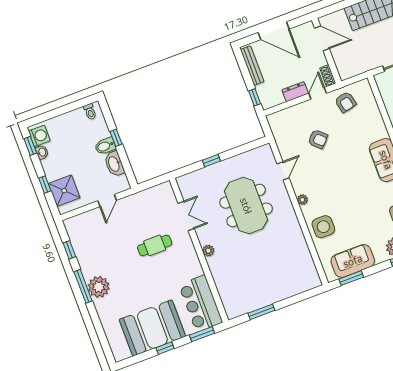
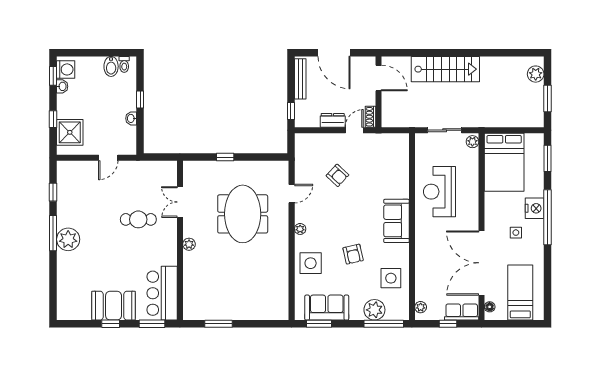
armchair: (345, 102) -> (353, 254), moved
bidet: (105, 146) -> (111, 66), moved, turned -90
washbasin: (114, 164) -> (131, 118), width x0.52, depth x0.69
double door: (186, 216) -> (180, 202), swing flipped
booth: (152, 328) -> (114, 306), width x0.73, depth x0.70

